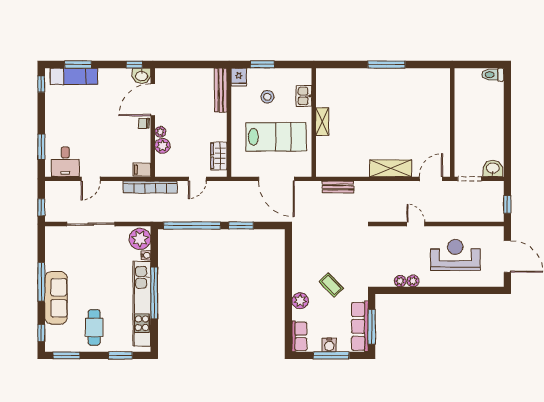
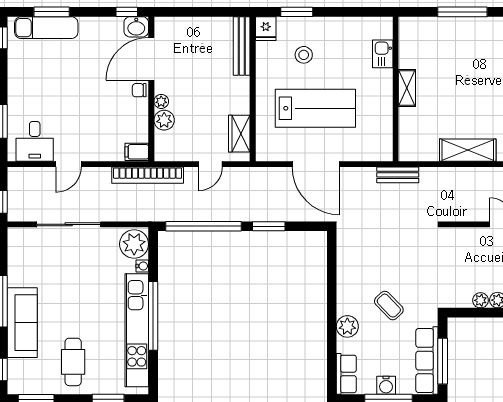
kitchen sink: (304, 96) -> (383, 54), moved
wall: (314, 122) -> (396, 89), moved
shelving: (322, 122) -> (407, 88), moved

